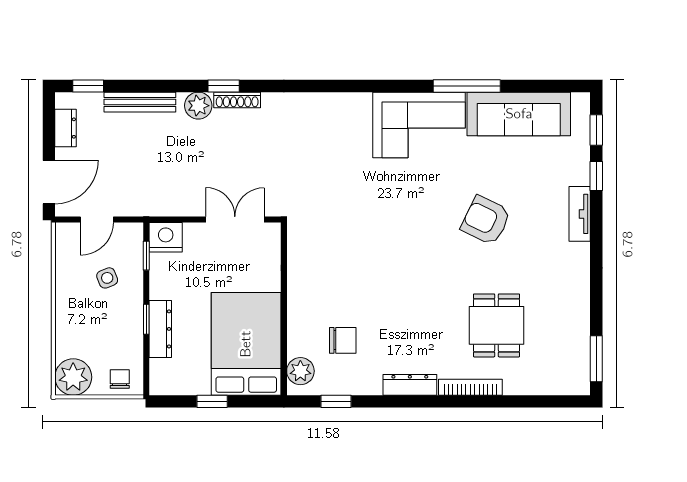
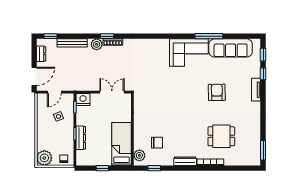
armchair: (486, 220) -> (217, 92), turned 63
dining table: (496, 325) -> (221, 136), turned 90
bed: (246, 344) -> (121, 144), width x0.67

